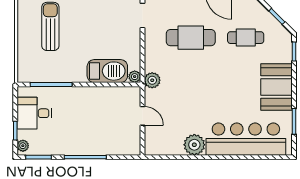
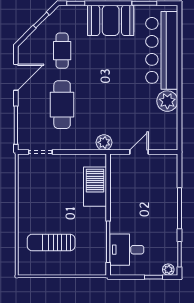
plant: (135, 77) -> (100, 160), removed
desk: (34, 113) -> (127, 250), moved, turned 90

